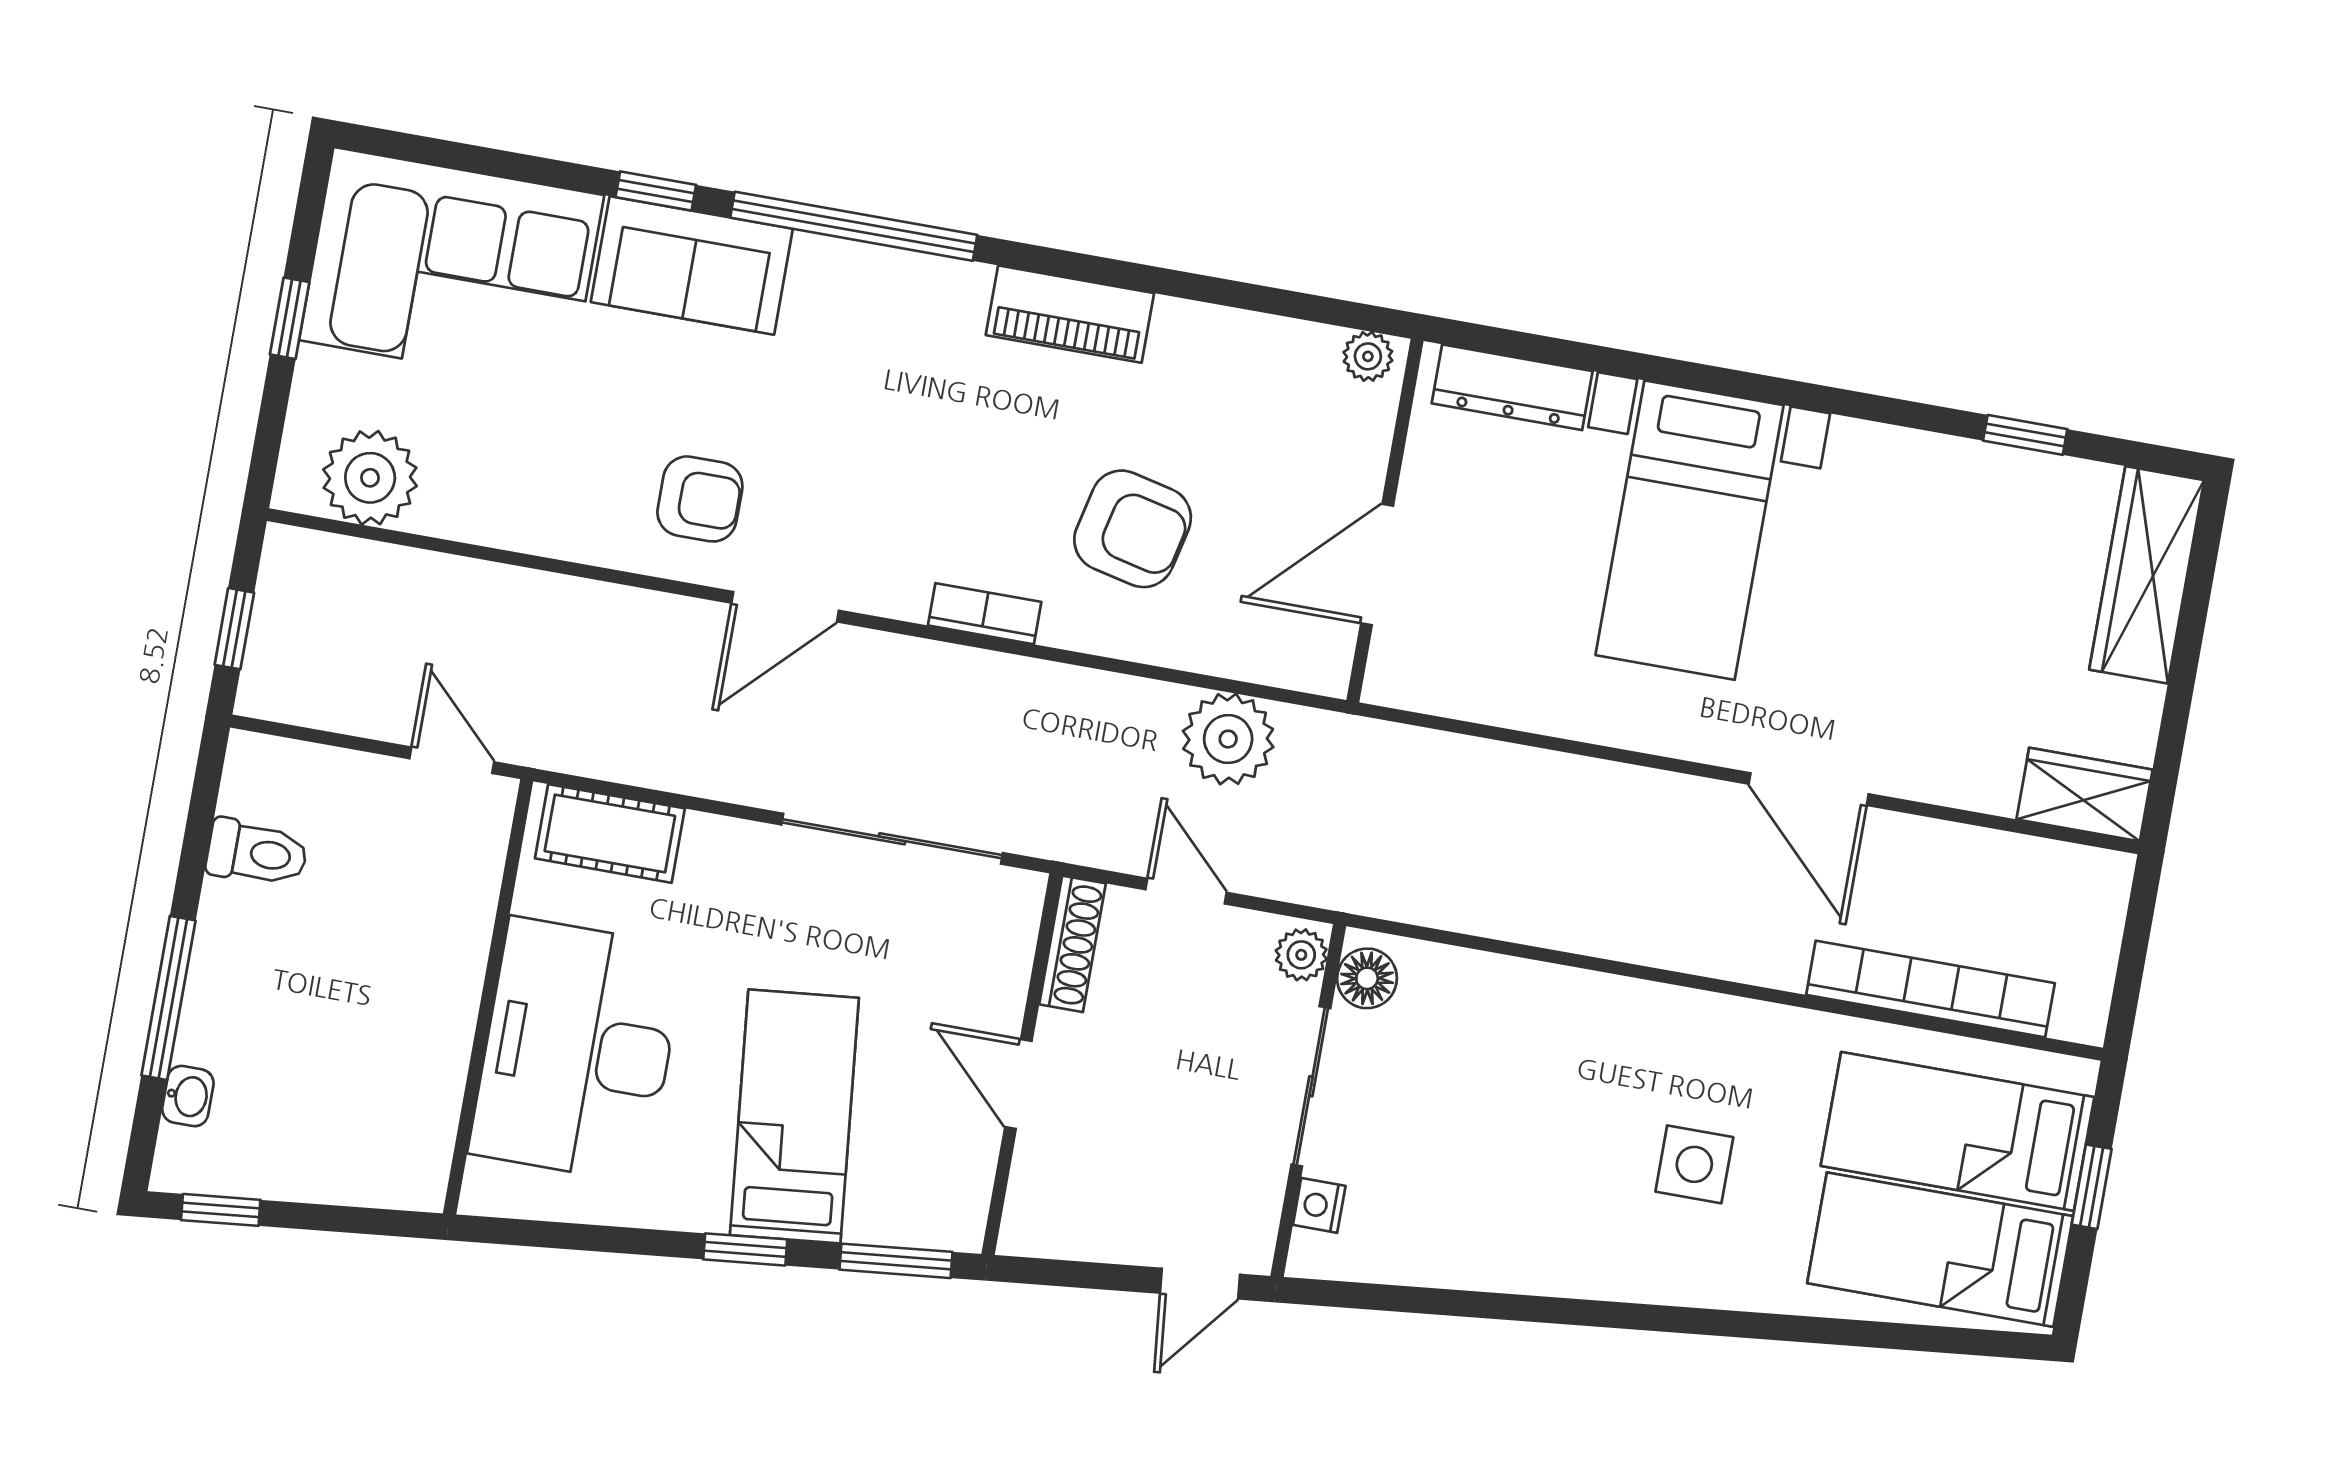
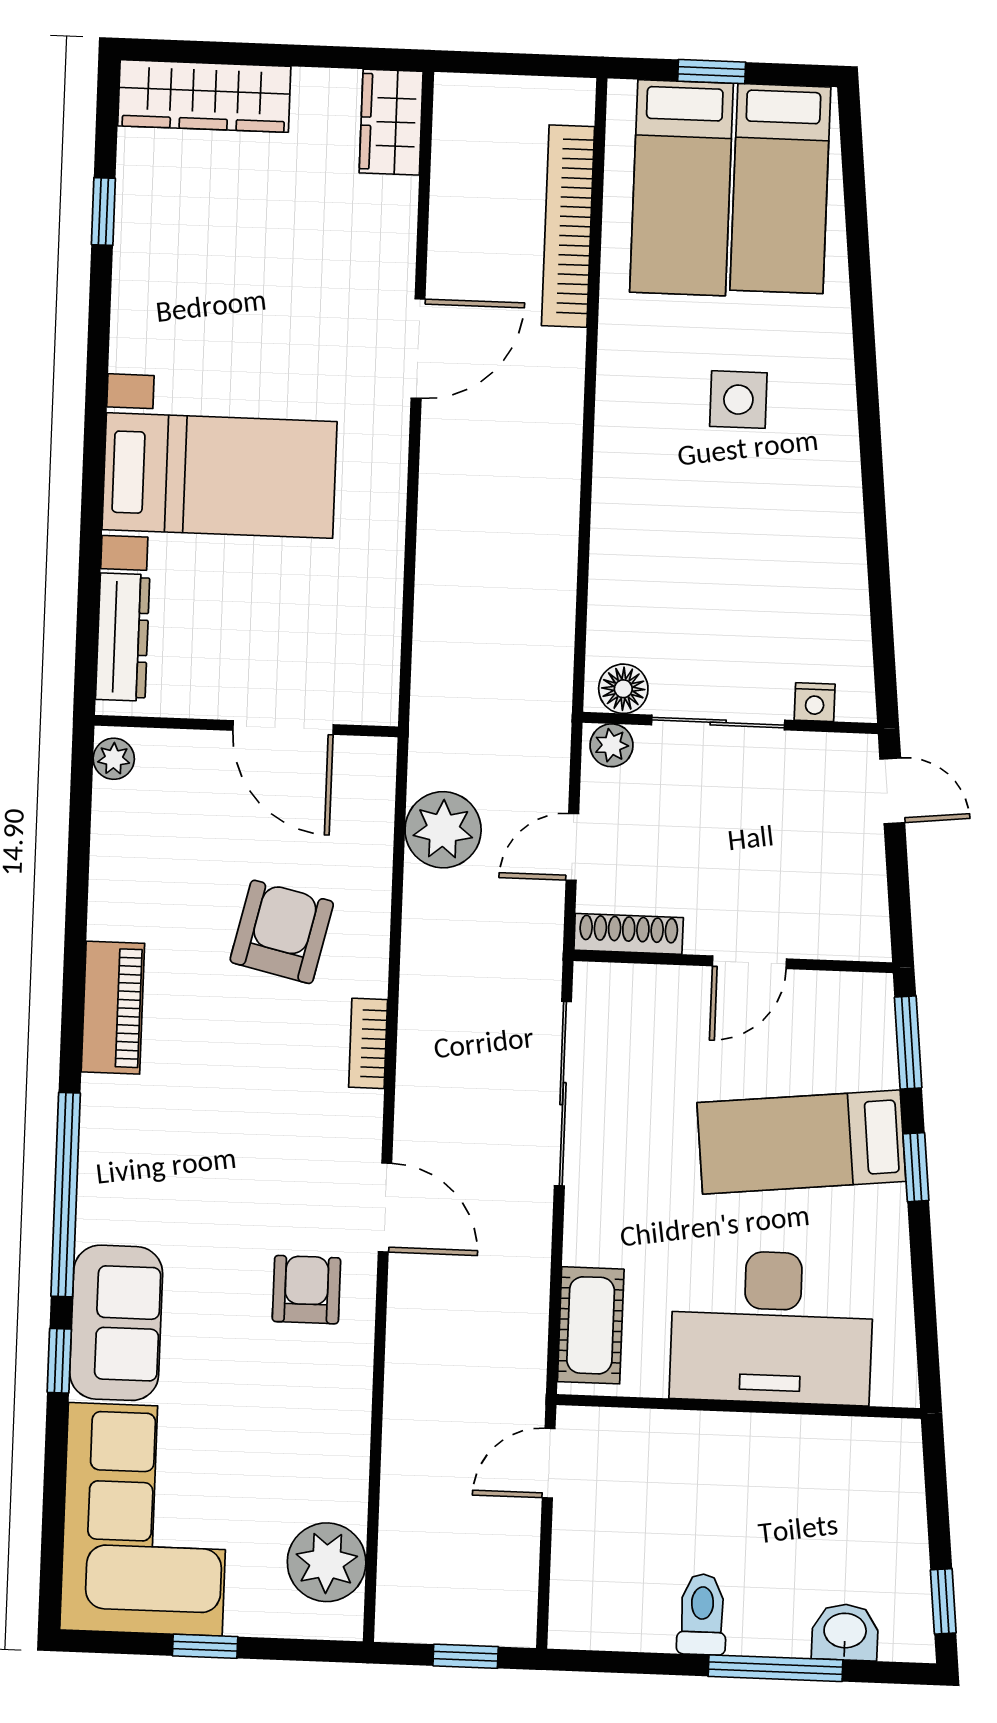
toilet: (257, 853) -> (702, 1614), moved
washbasin: (188, 1096) -> (845, 1632), width x1.38, depth x1.45

